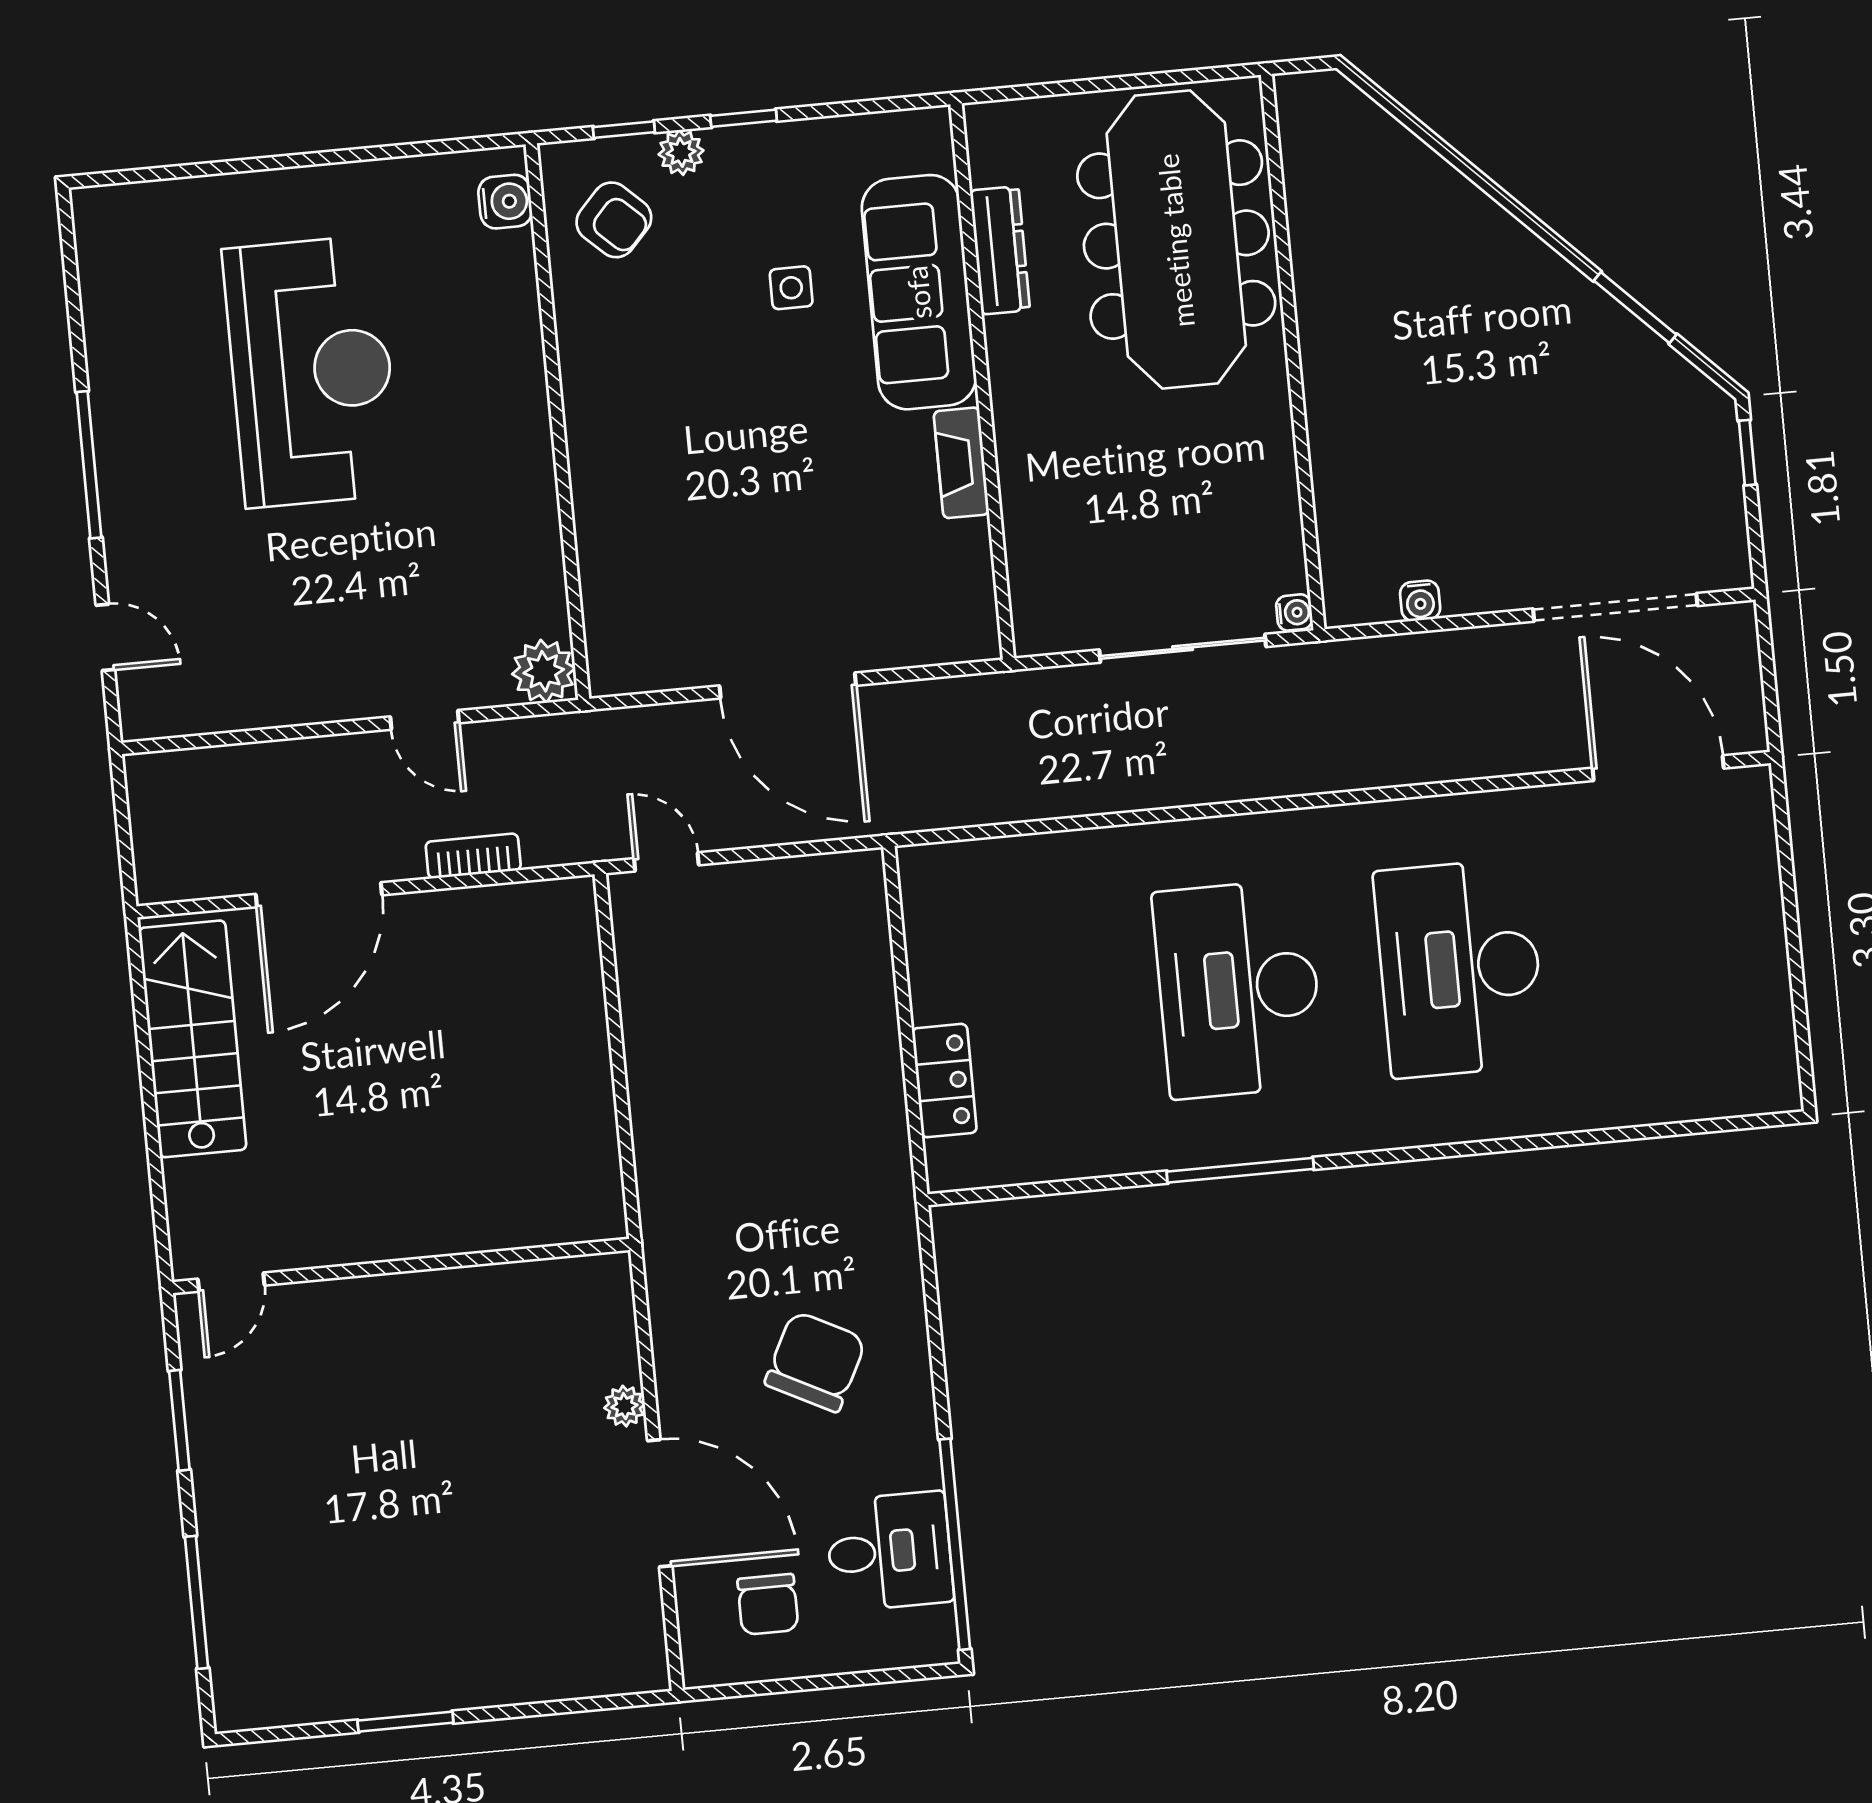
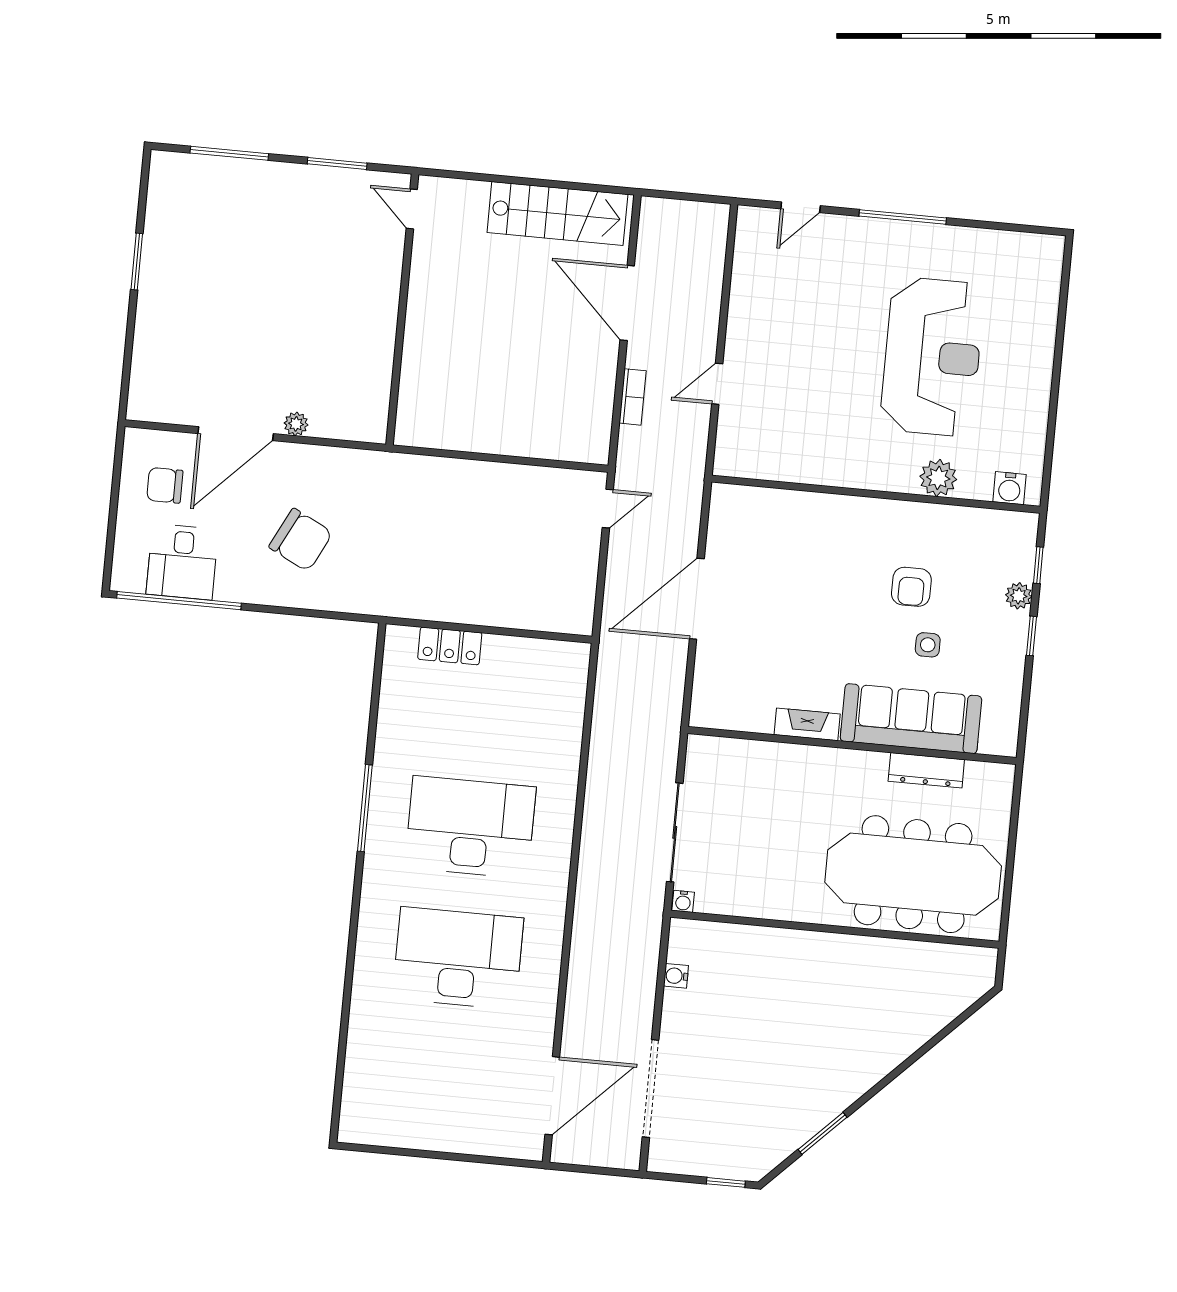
armchair: (614, 220) -> (911, 587), moved, turned -43
reception desk: (312, 372) -> (932, 357), turned -90
plant: (544, 671) -> (938, 478), moved

